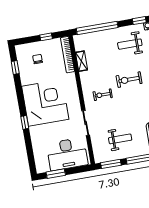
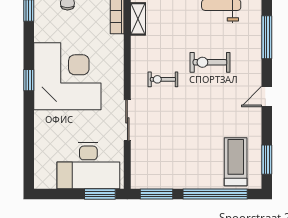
window: (25, 122) -> (29, 80), moved
weight bench: (120, 139) -> (179, 156), removed
window: (56, 174) -> (100, 194), moved

